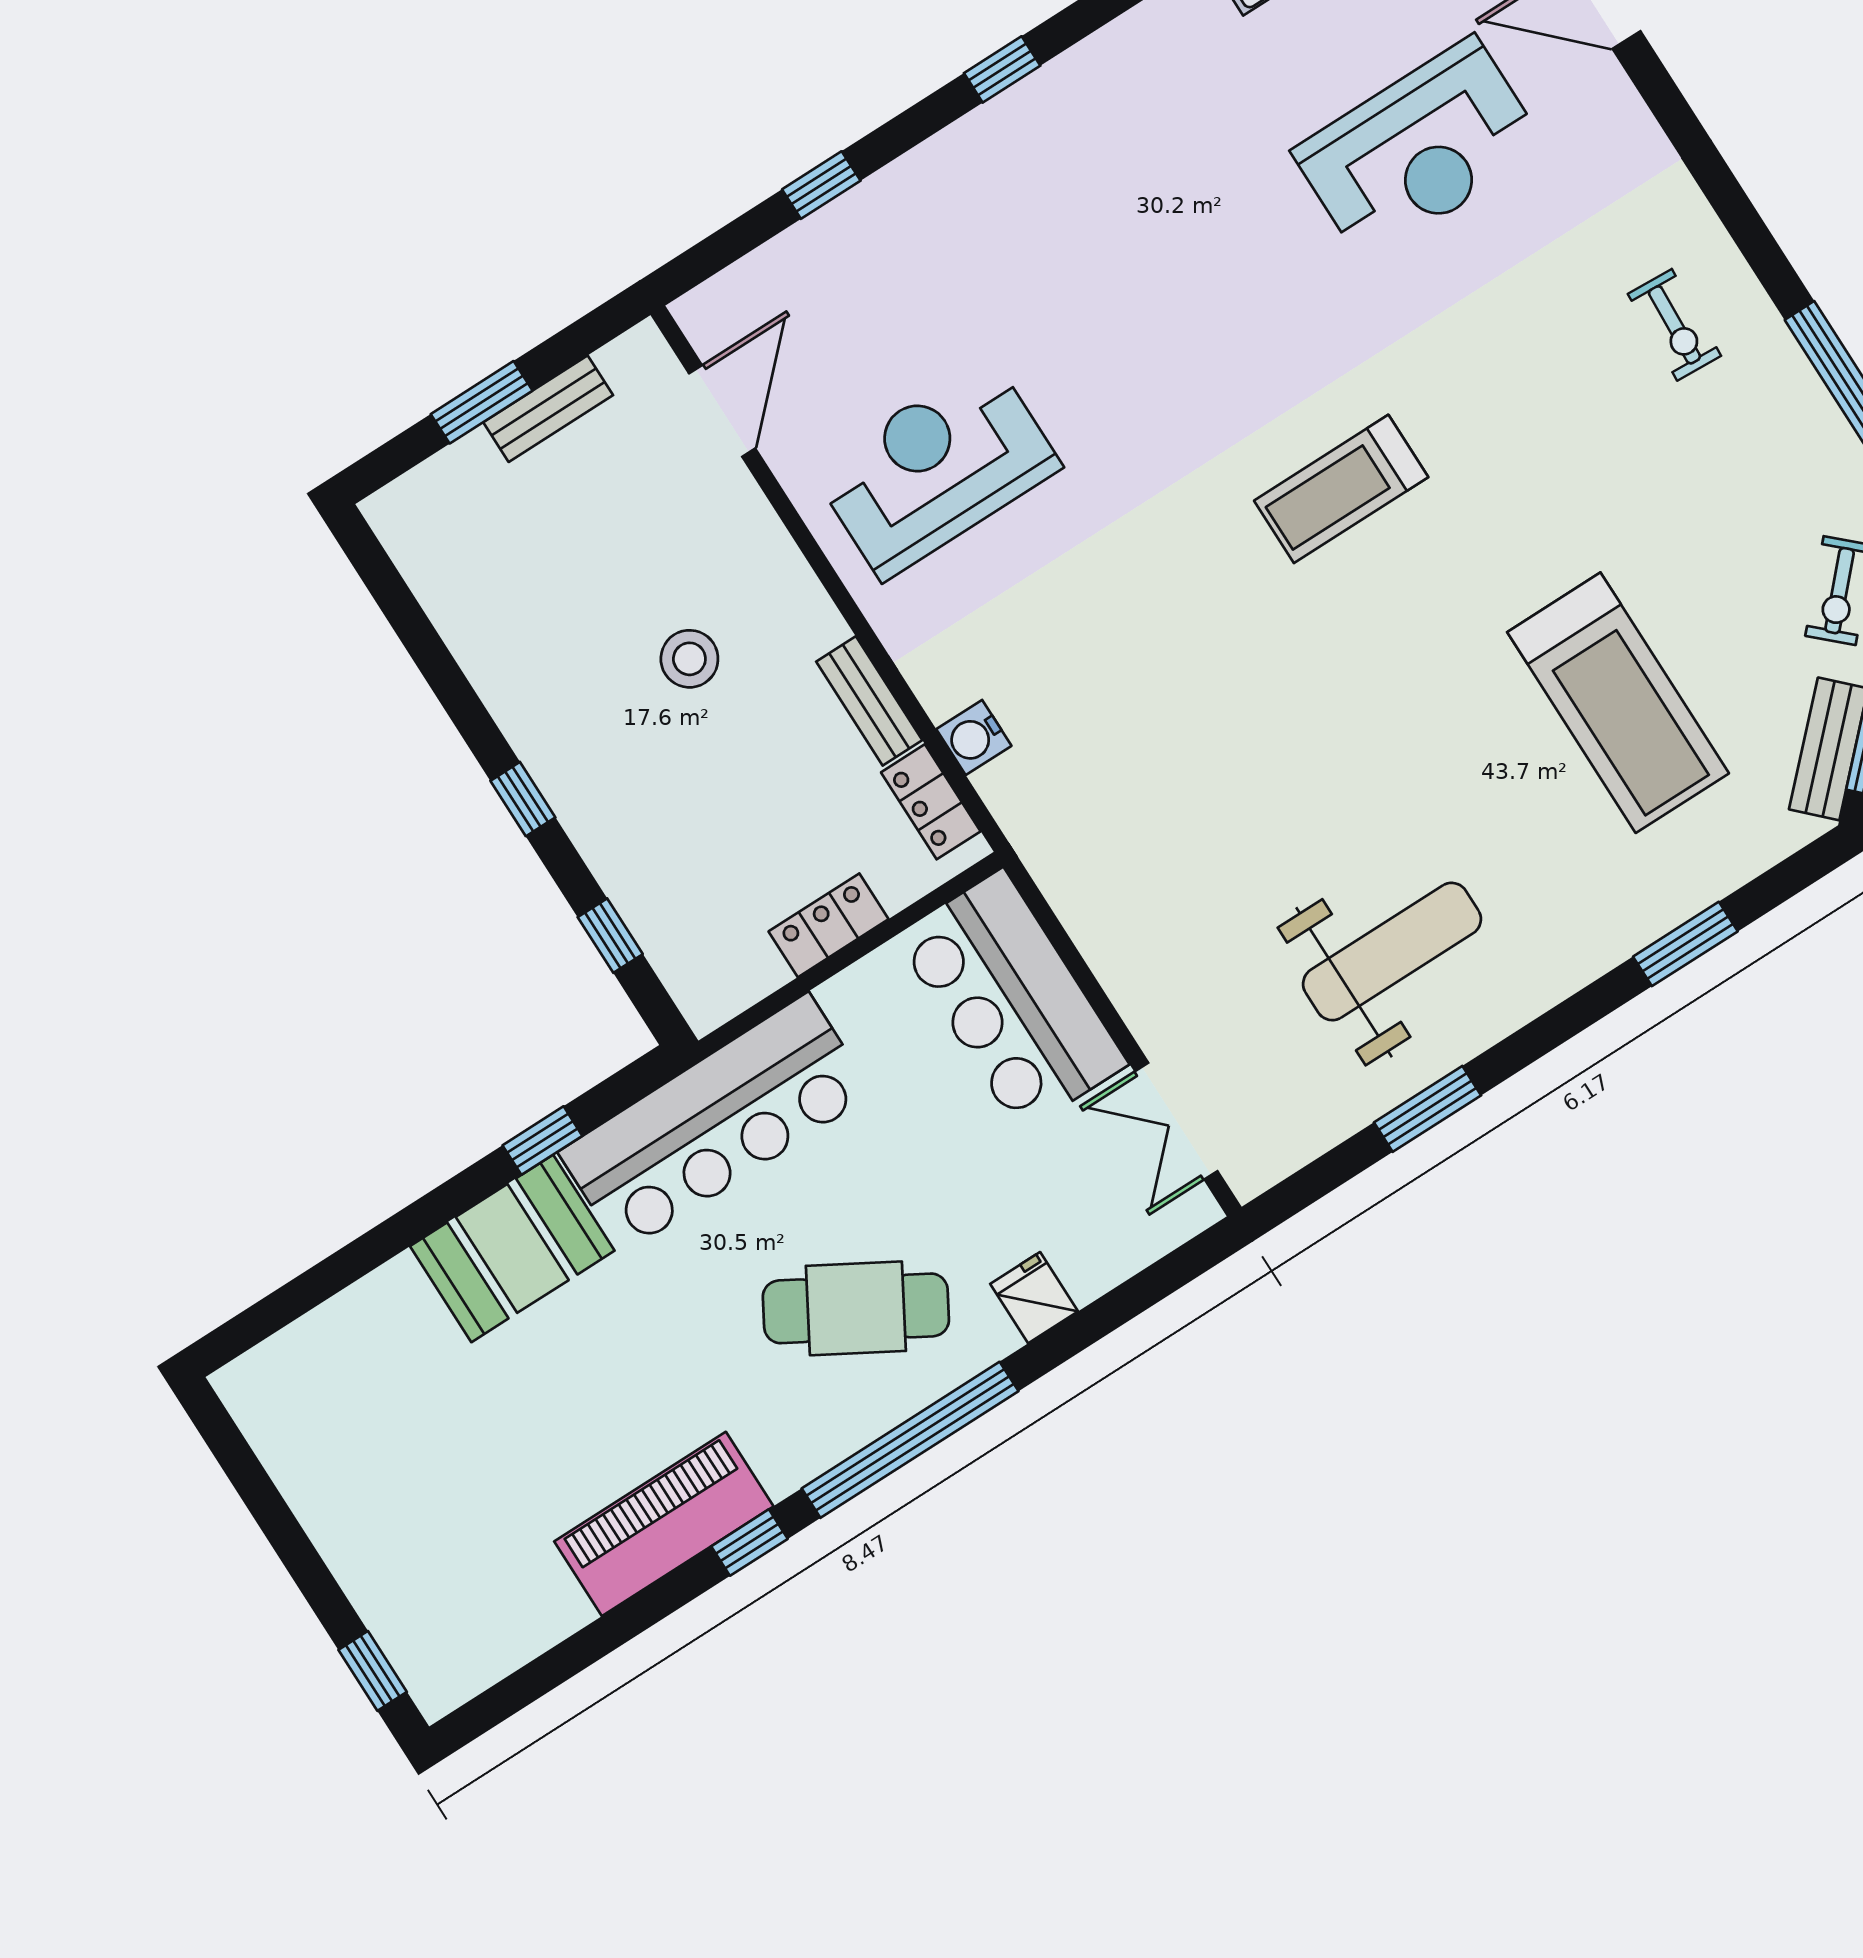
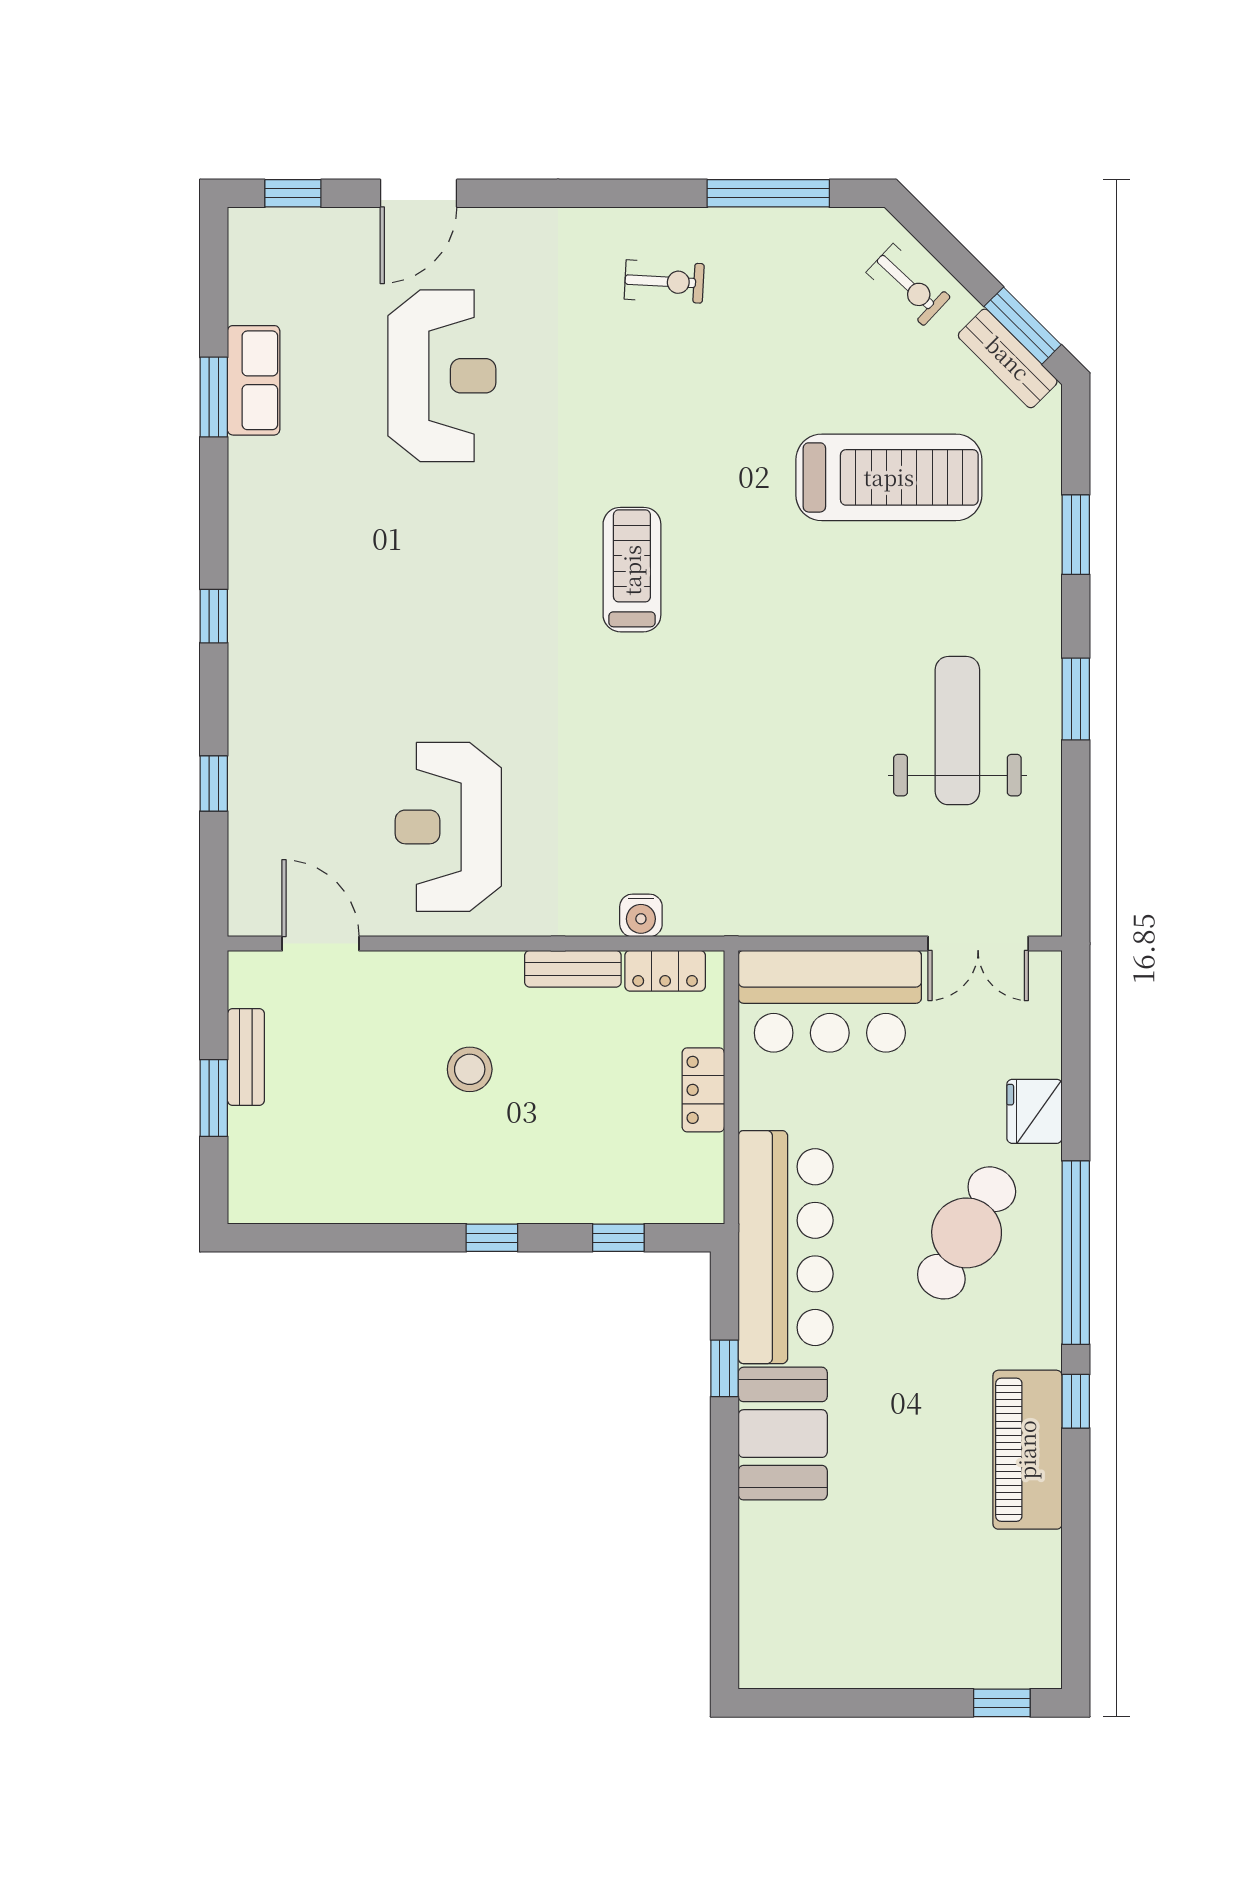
treadmill: (1341, 489) -> (632, 570), turned 180
window: (1427, 1109) -> (1076, 699), moved
fridge: (1034, 1298) -> (1034, 1111), width x1.38

